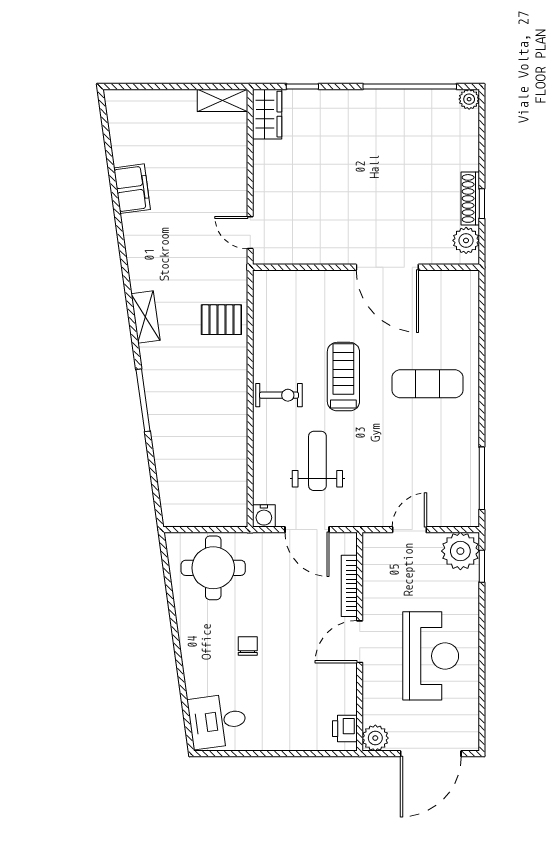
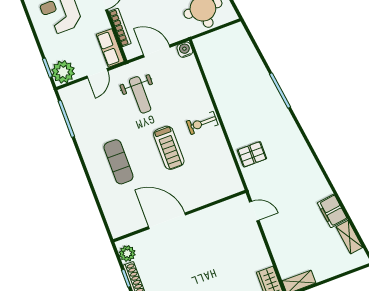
shelving: (145, 317) -> (349, 237), moved
exercise mat: (428, 384) -> (118, 162), turned 90
weight bench: (317, 461) -> (140, 95), moved
row of seats: (376, 561) -> (110, 48), added

